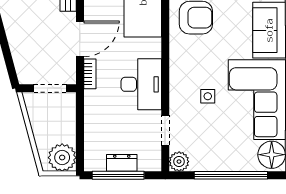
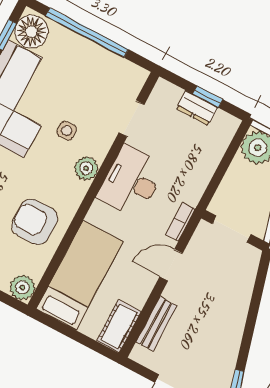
door: (80, 39) -> (171, 265), width x0.73
plant: (179, 162) -> (86, 168), moved
window: (118, 175) -> (208, 97), width x0.46

